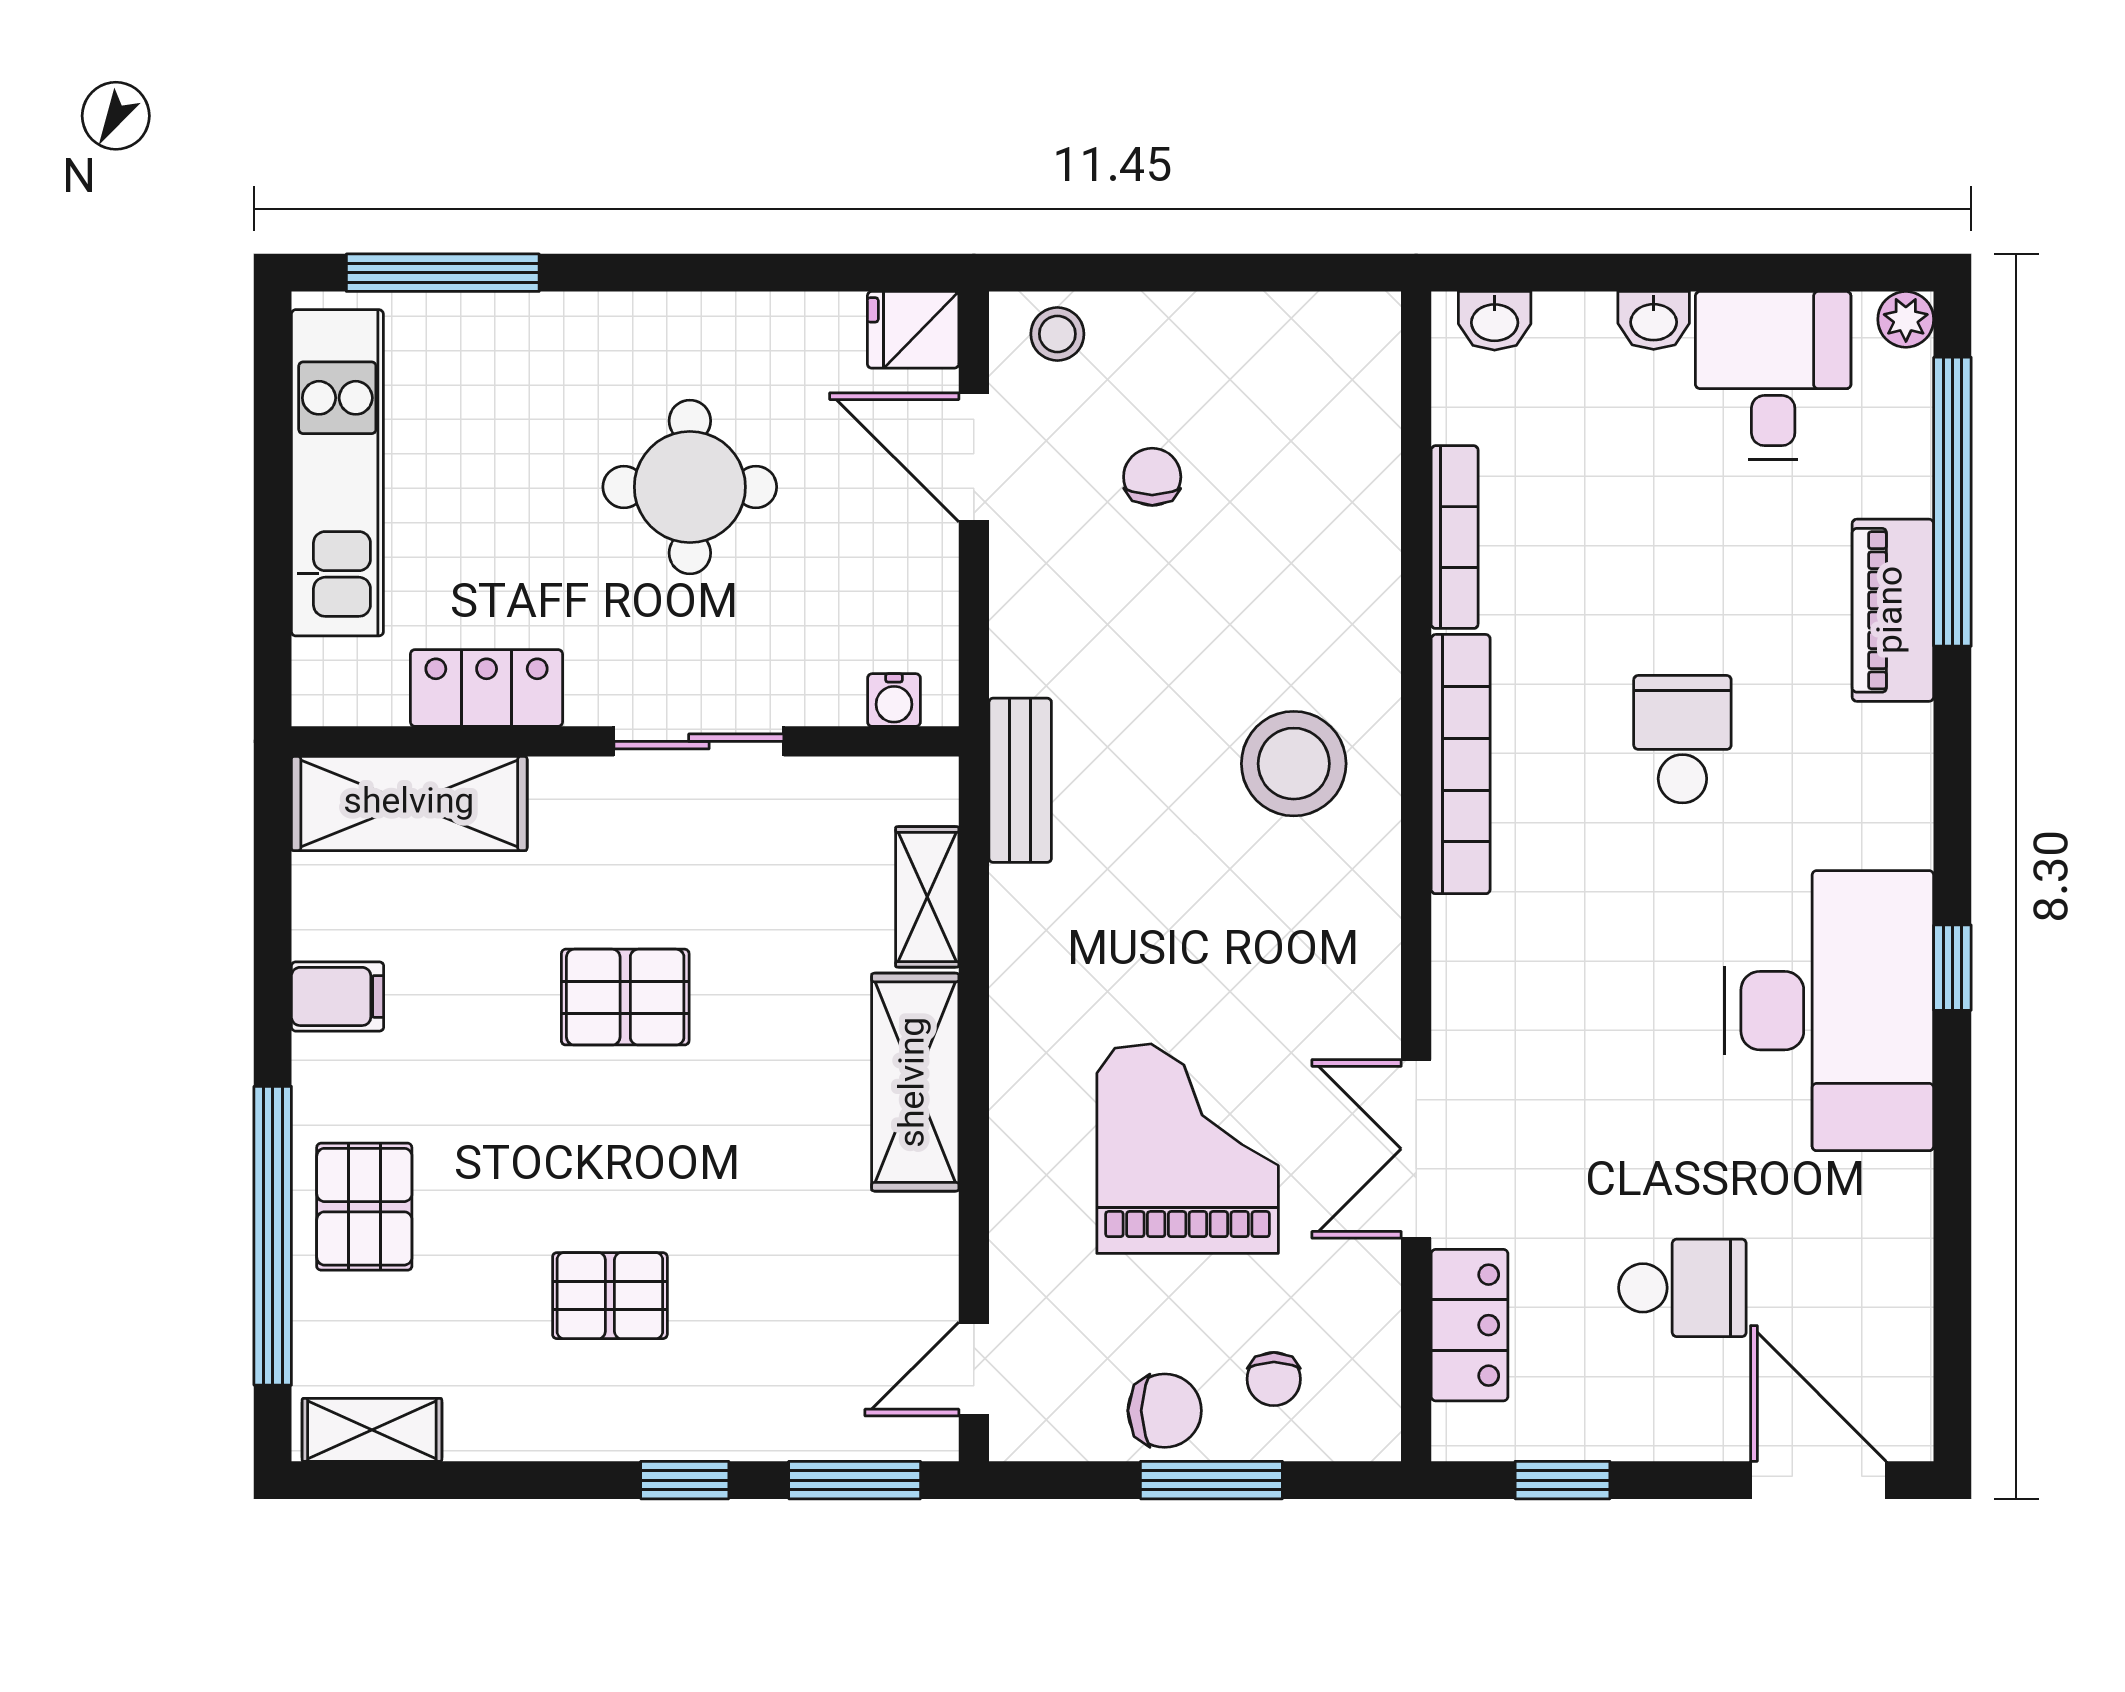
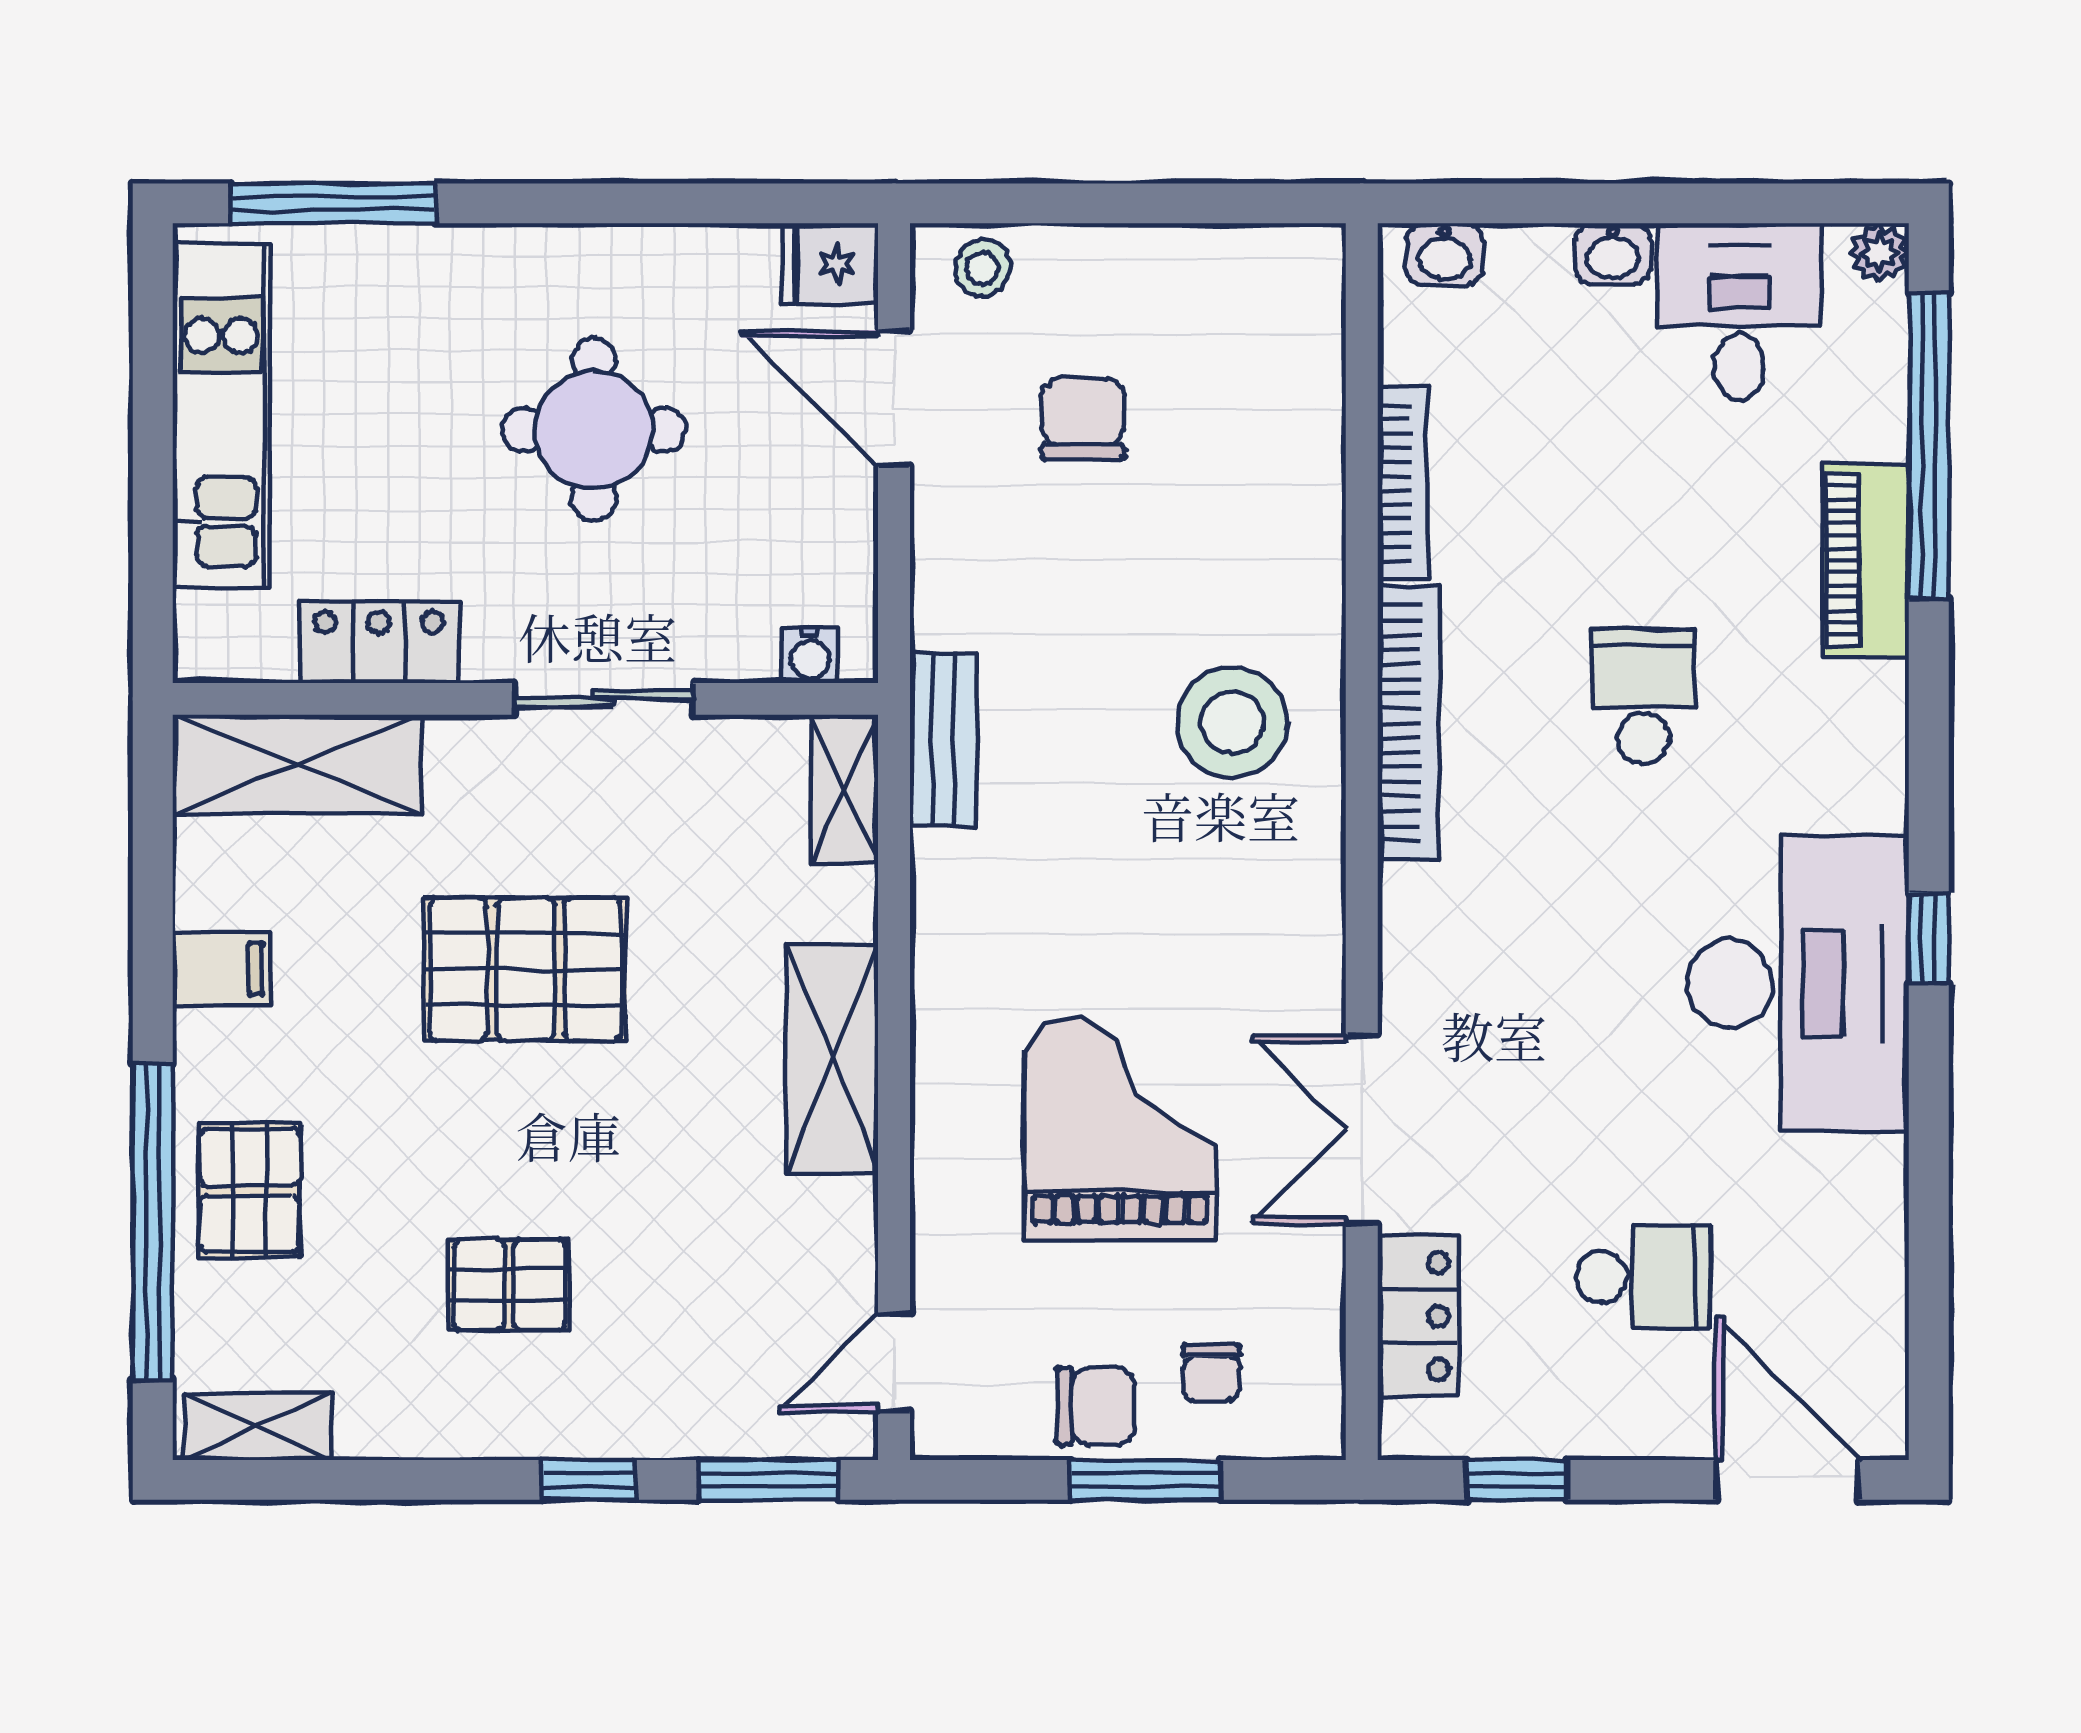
chair: (1152, 477) -> (1083, 419), width x1.37, depth x1.37
shelving: (927, 897) -> (845, 789), moved
pallet: (625, 997) -> (525, 969), width x1.50, depth x1.42

